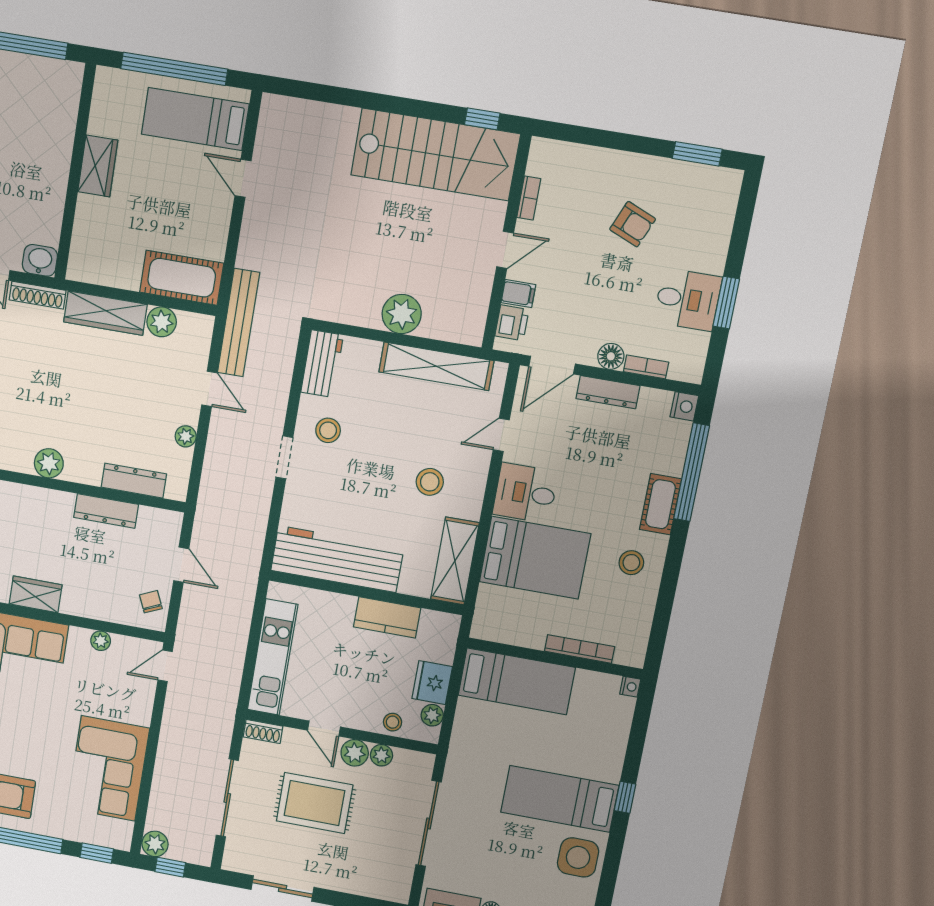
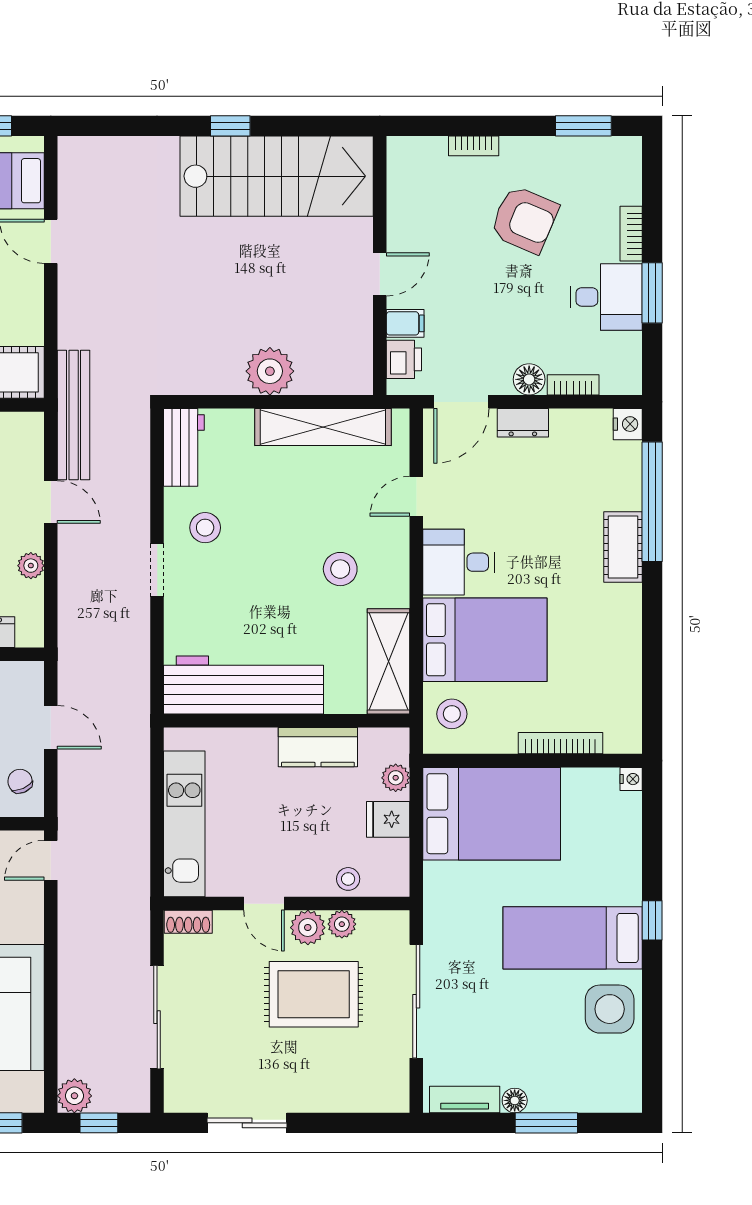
window: (482, 119) -> (230, 126), moved
bookcase: (529, 198) -> (474, 146), moved, turned 90
armchair: (633, 224) -> (524, 220), width x1.38, depth x1.38
bookcase: (719, 251) -> (631, 234), added
dresser: (608, 392) -> (523, 423), width x0.70
stool: (631, 563) -> (452, 714), moved
bed: (517, 681) -> (492, 814), width x1.50
fridge: (432, 683) -> (388, 819), width x0.72
plant: (432, 715) -> (396, 778), moved
rug: (315, 803) -> (314, 994), moved

